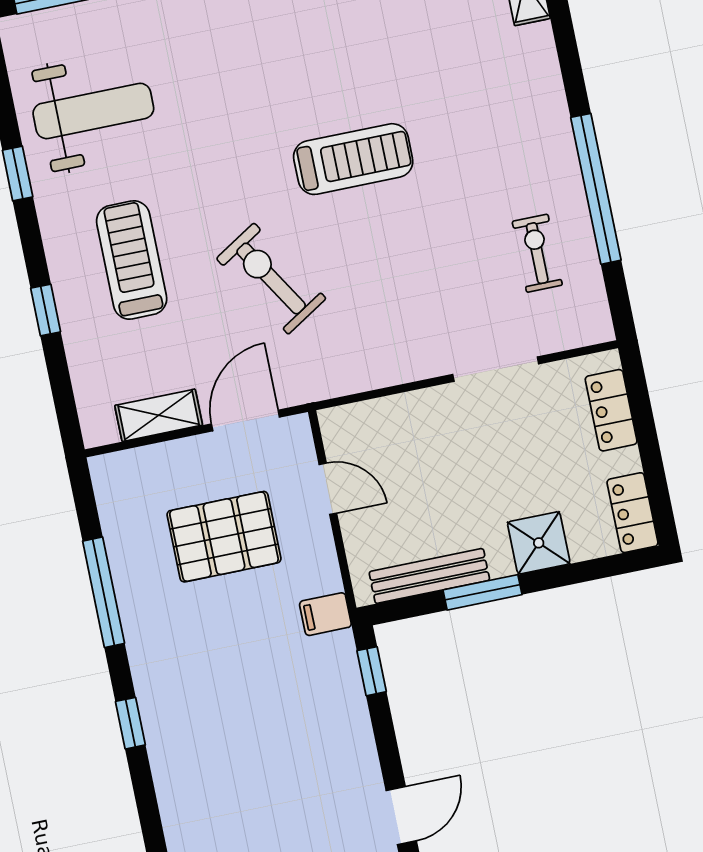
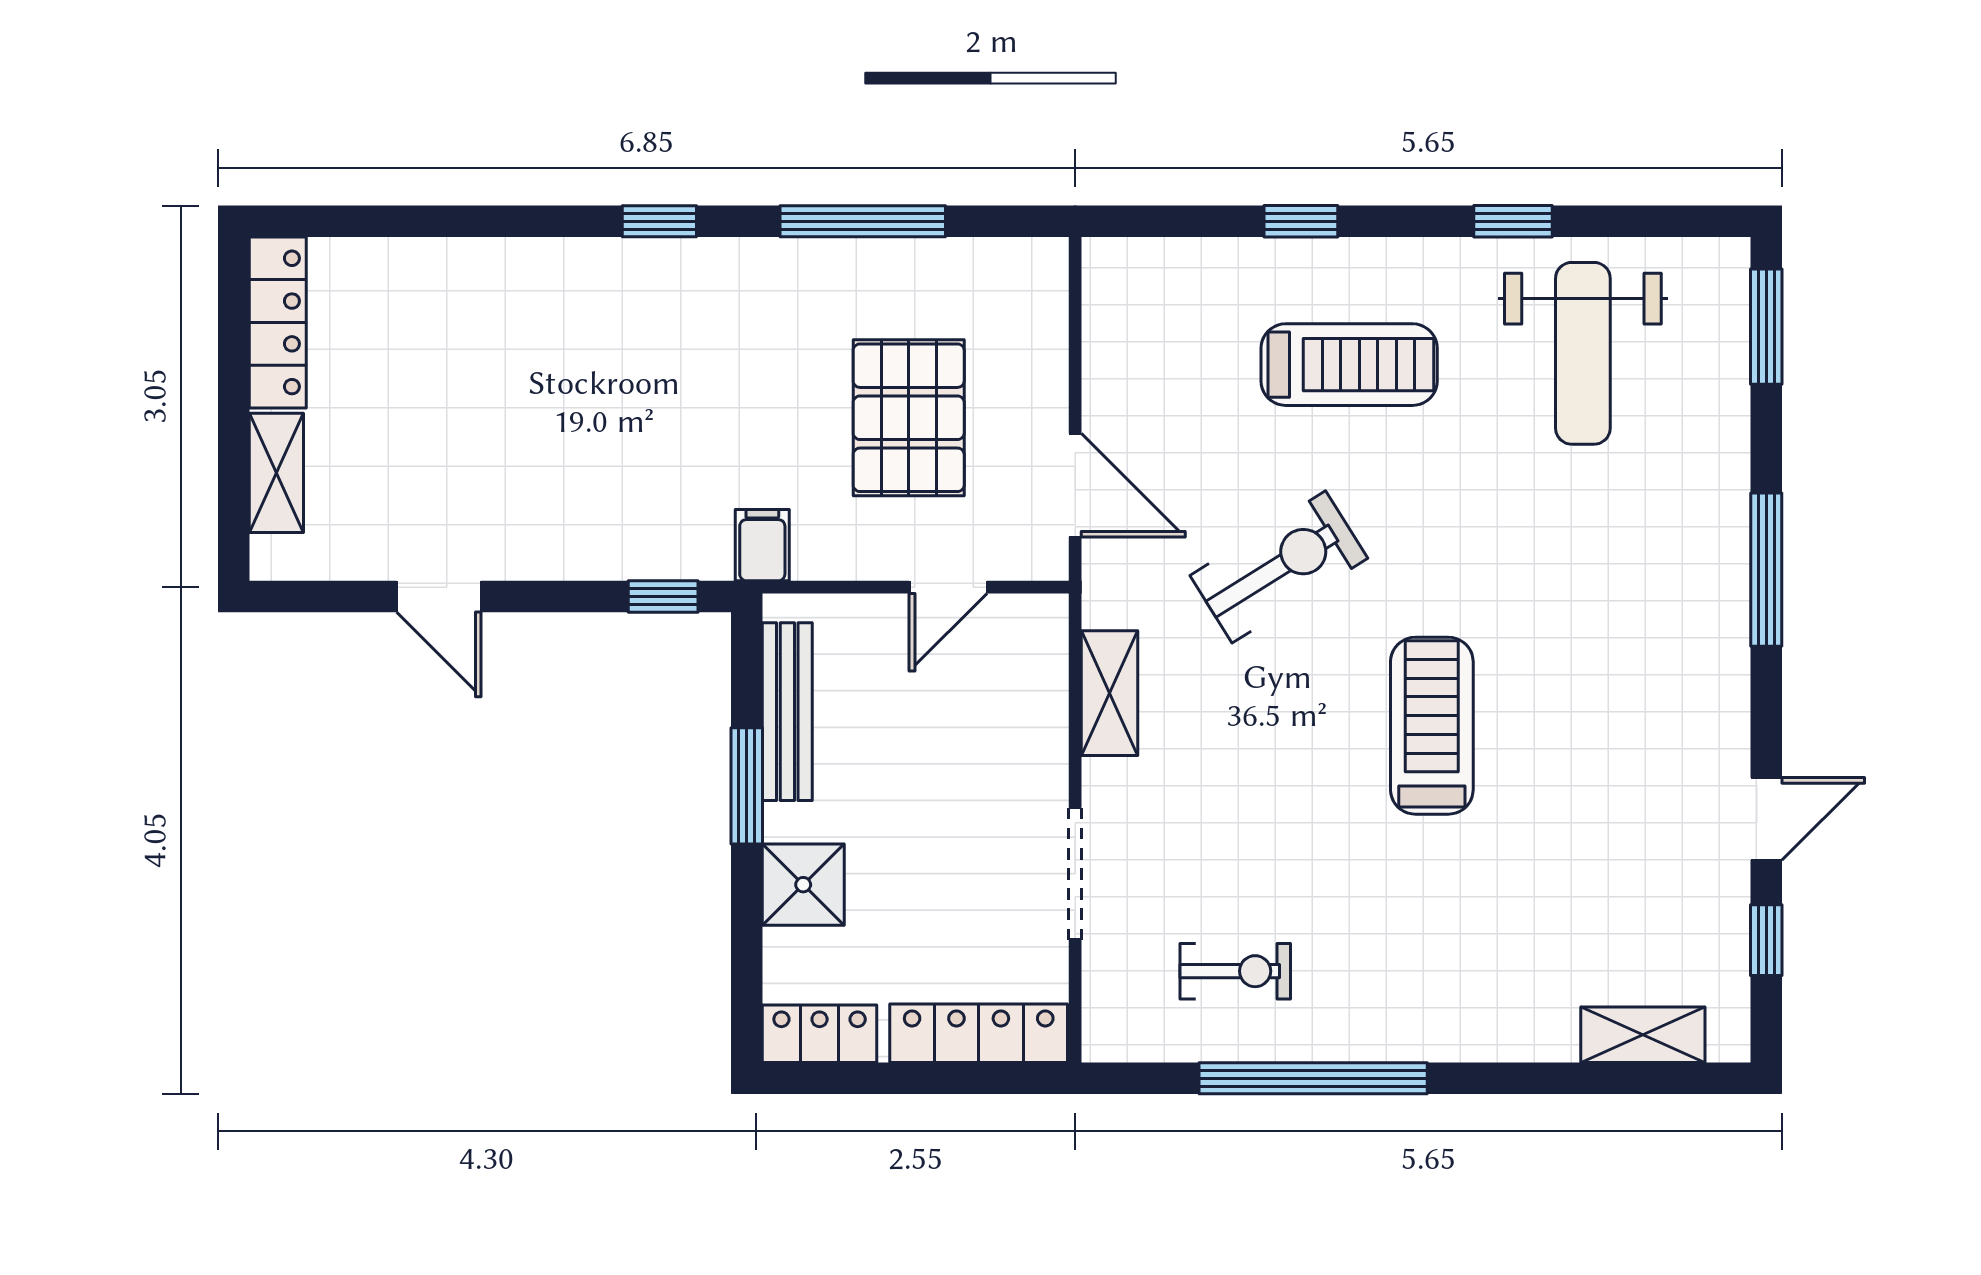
treadmill: (353, 159) -> (1432, 726), turned 180
locker: (611, 410) -> (979, 1033), width x1.53
shelving: (159, 415) -> (1110, 693), moved

